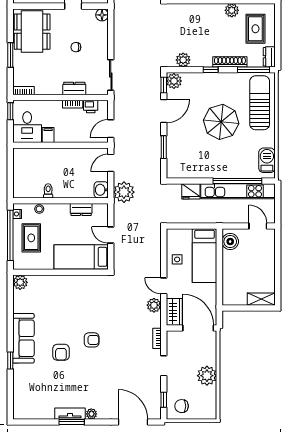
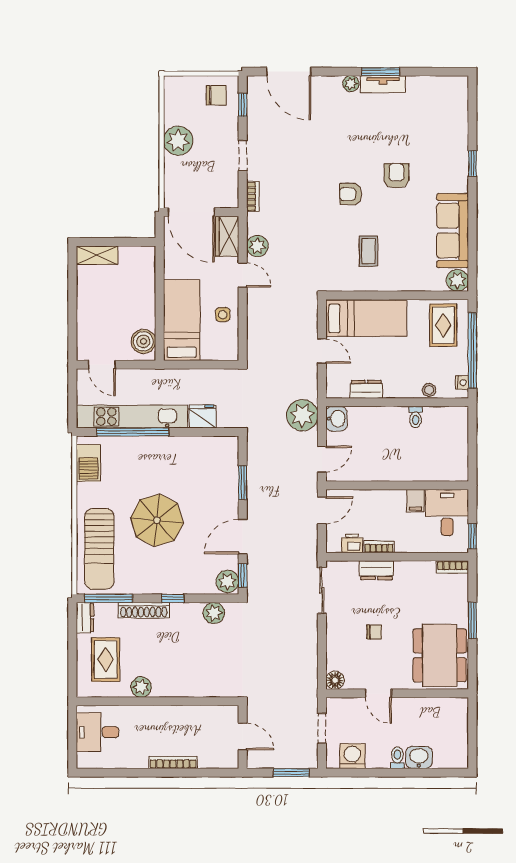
rug: (31, 238) -> (443, 325), moved
coffee table: (80, 302) -> (368, 251), added
sofa: (23, 338) -> (453, 231), moved

